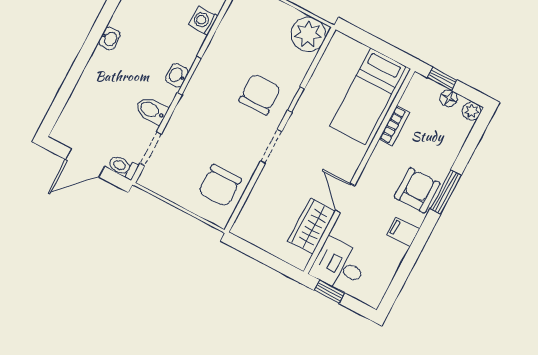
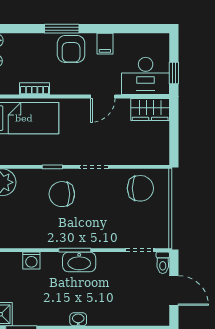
washbasin: (177, 75) -> (79, 262), width x1.91, depth x1.45
bidet: (151, 110) -> (113, 264), removed
armchair: (417, 190) -> (71, 49), turned -90
wardrobe: (312, 226) -> (150, 109), moved
desk: (339, 265) -> (146, 76), width x1.37

